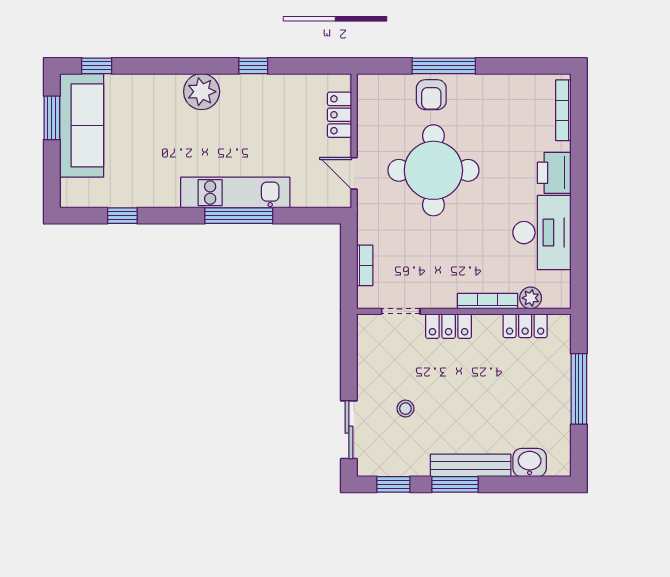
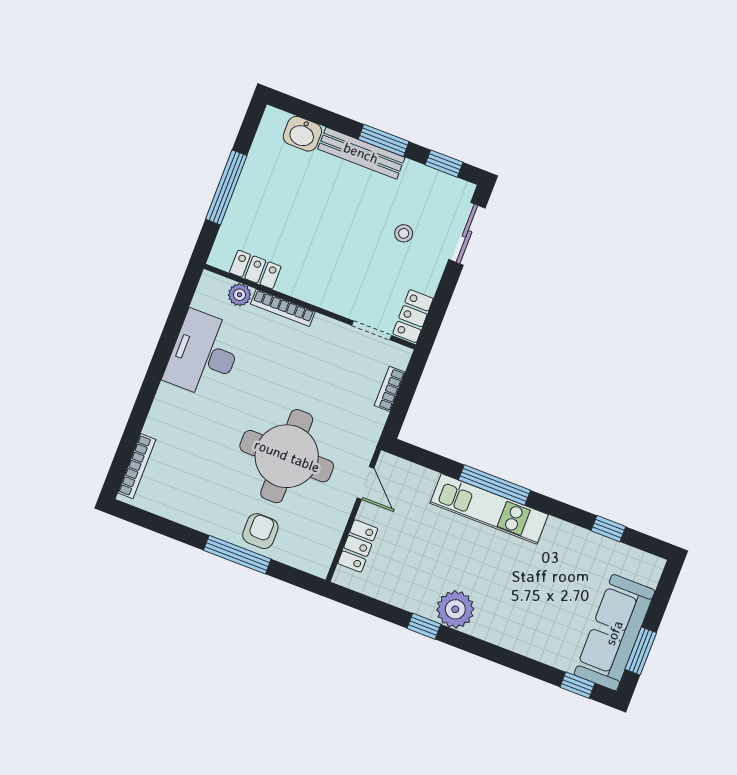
plant: (202, 92) -> (455, 609), moved
printer: (554, 173) -> (169, 408), removed
locker: (449, 326) -> (413, 316), moved, turned -90

